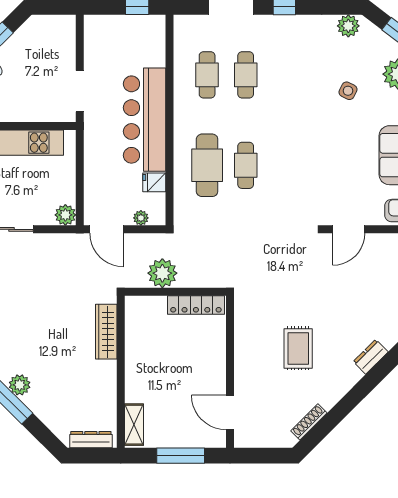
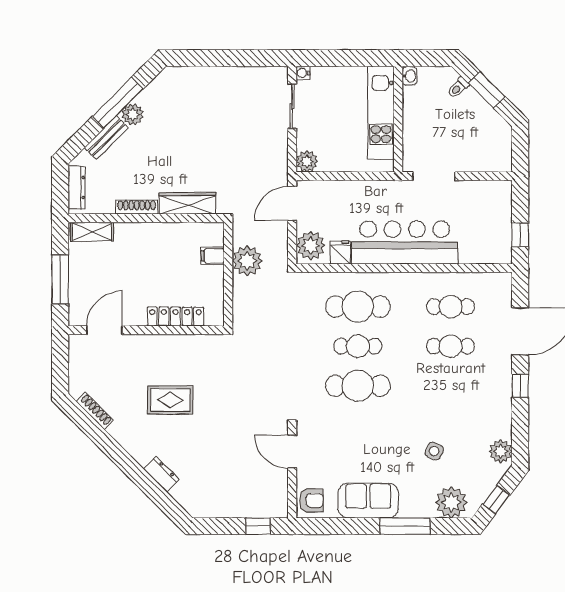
cafe table: (284, 165) -> (358, 386), added
plant: (141, 218) -> (311, 246), width x1.87, depth x1.87
locker: (196, 305) -> (176, 317), moved, turned 90
filing cabinet: (158, 307) -> (213, 256), added
shoe rack: (110, 381) -> (137, 207), added
bench: (42, 411) -> (106, 138), added

